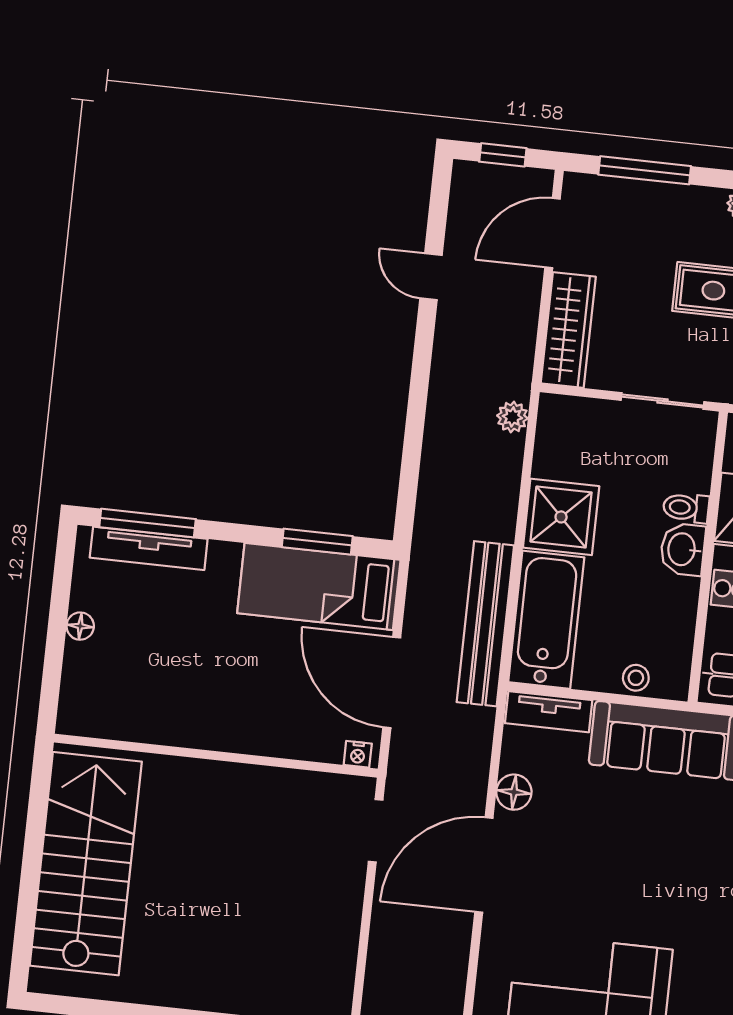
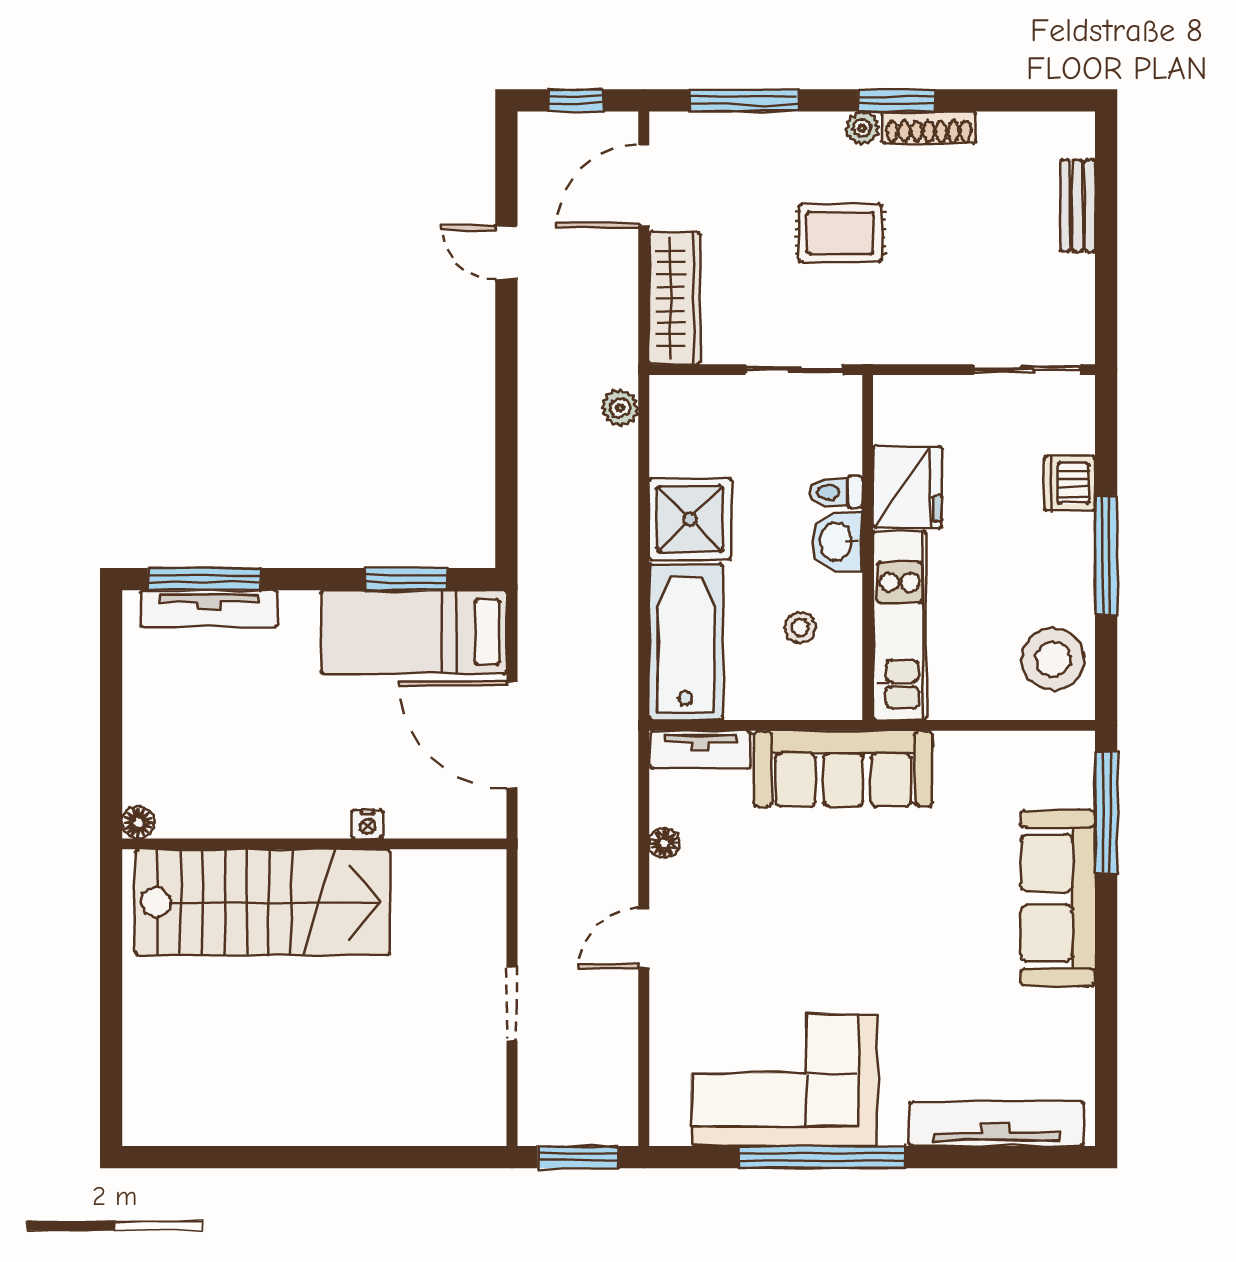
bench: (485, 624) -> (615, 654), removed
floor lamp: (80, 626) -> (138, 822), moved
stool: (636, 678) -> (800, 628), moved
nightstand: (358, 754) -> (368, 824), moved
floor lamp: (514, 792) -> (664, 843), width x0.73, depth x0.73
doorway: (376, 831) -> (512, 1004), moved
stairs: (86, 864) -> (263, 902), moved, turned 90
door: (484, 865) -> (644, 938), width x0.53

